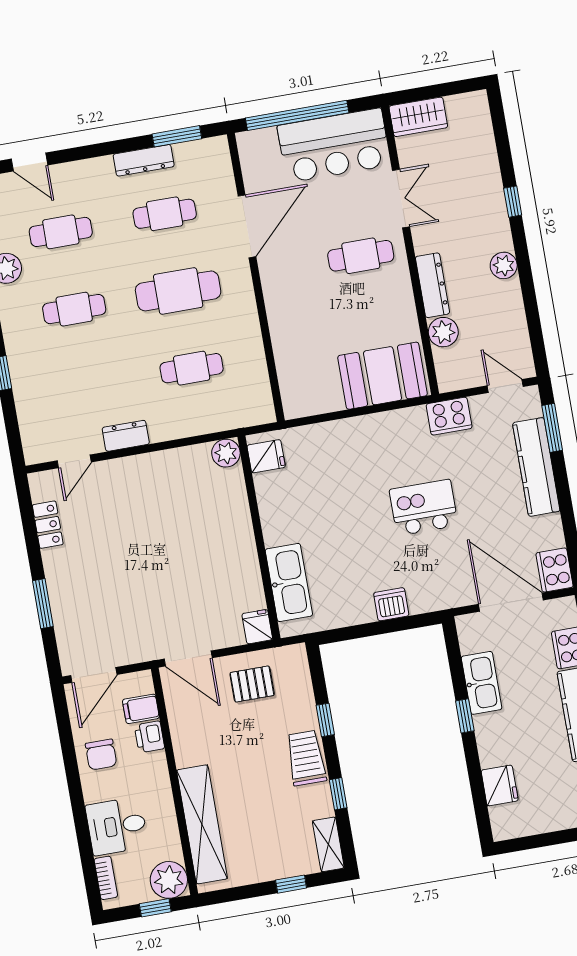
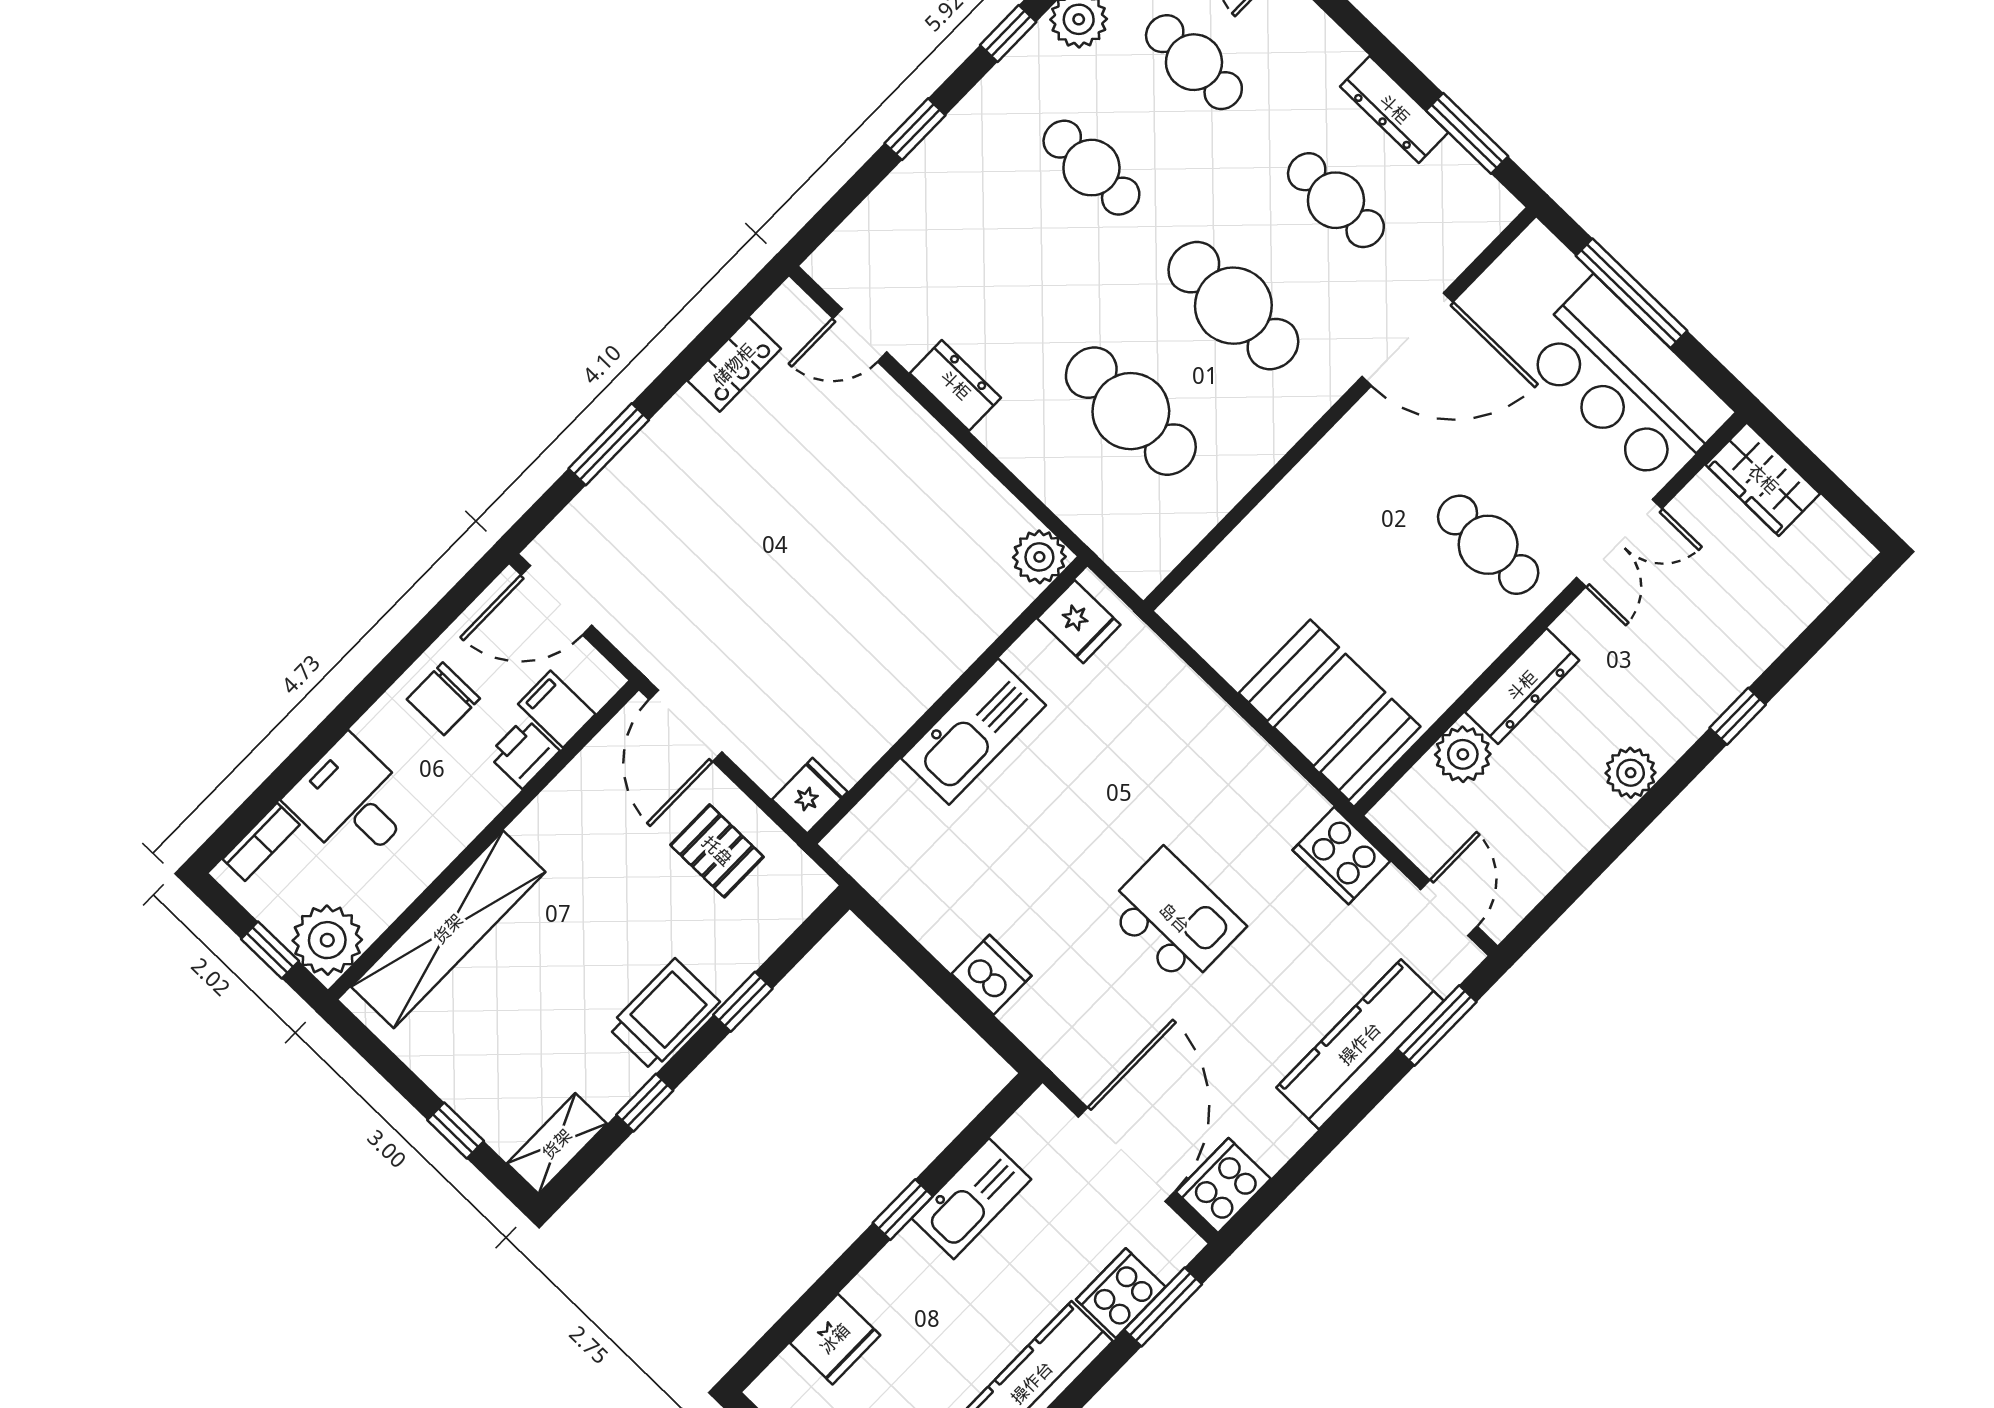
window: (297, 115) -> (1632, 293), width x0.68
cafe table: (192, 368) -> (1131, 411), width x1.37, depth x1.35
kitchen sink: (289, 583) -> (974, 732), moved

